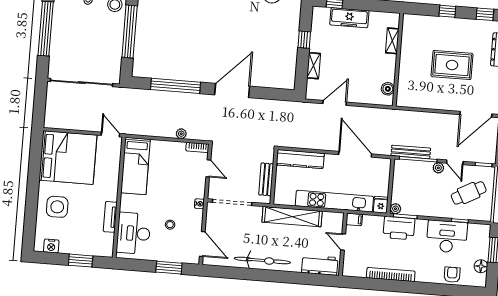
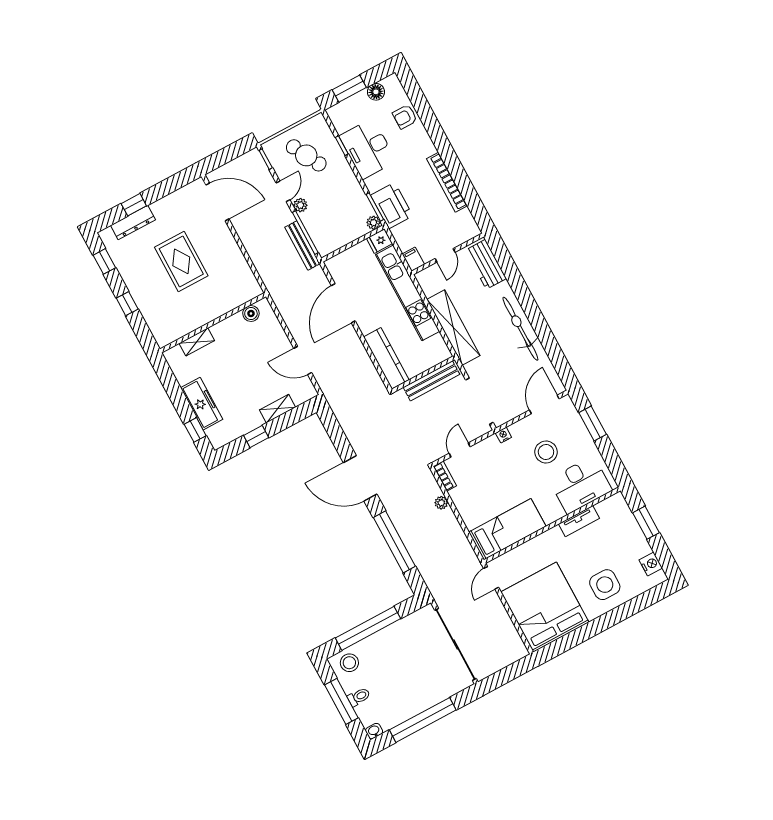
bench: (266, 179) -> (431, 381), width x1.36
stool: (170, 225) -> (546, 452), width x1.89, depth x1.89

